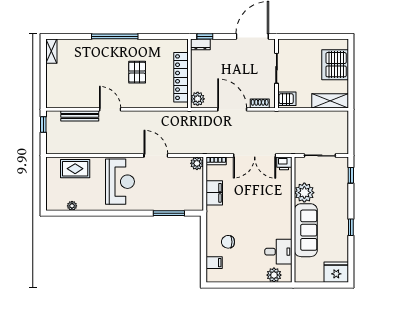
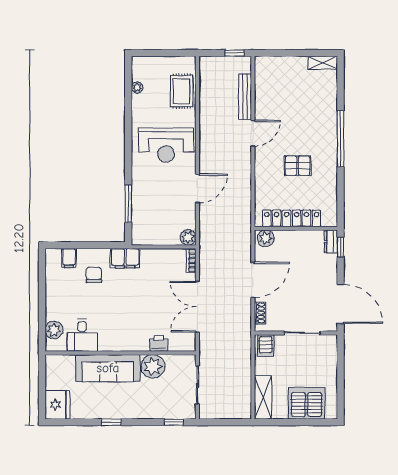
printer: (284, 163) -> (159, 344), moved, turned 90
filing cabinet: (214, 193) -> (125, 258), moved

